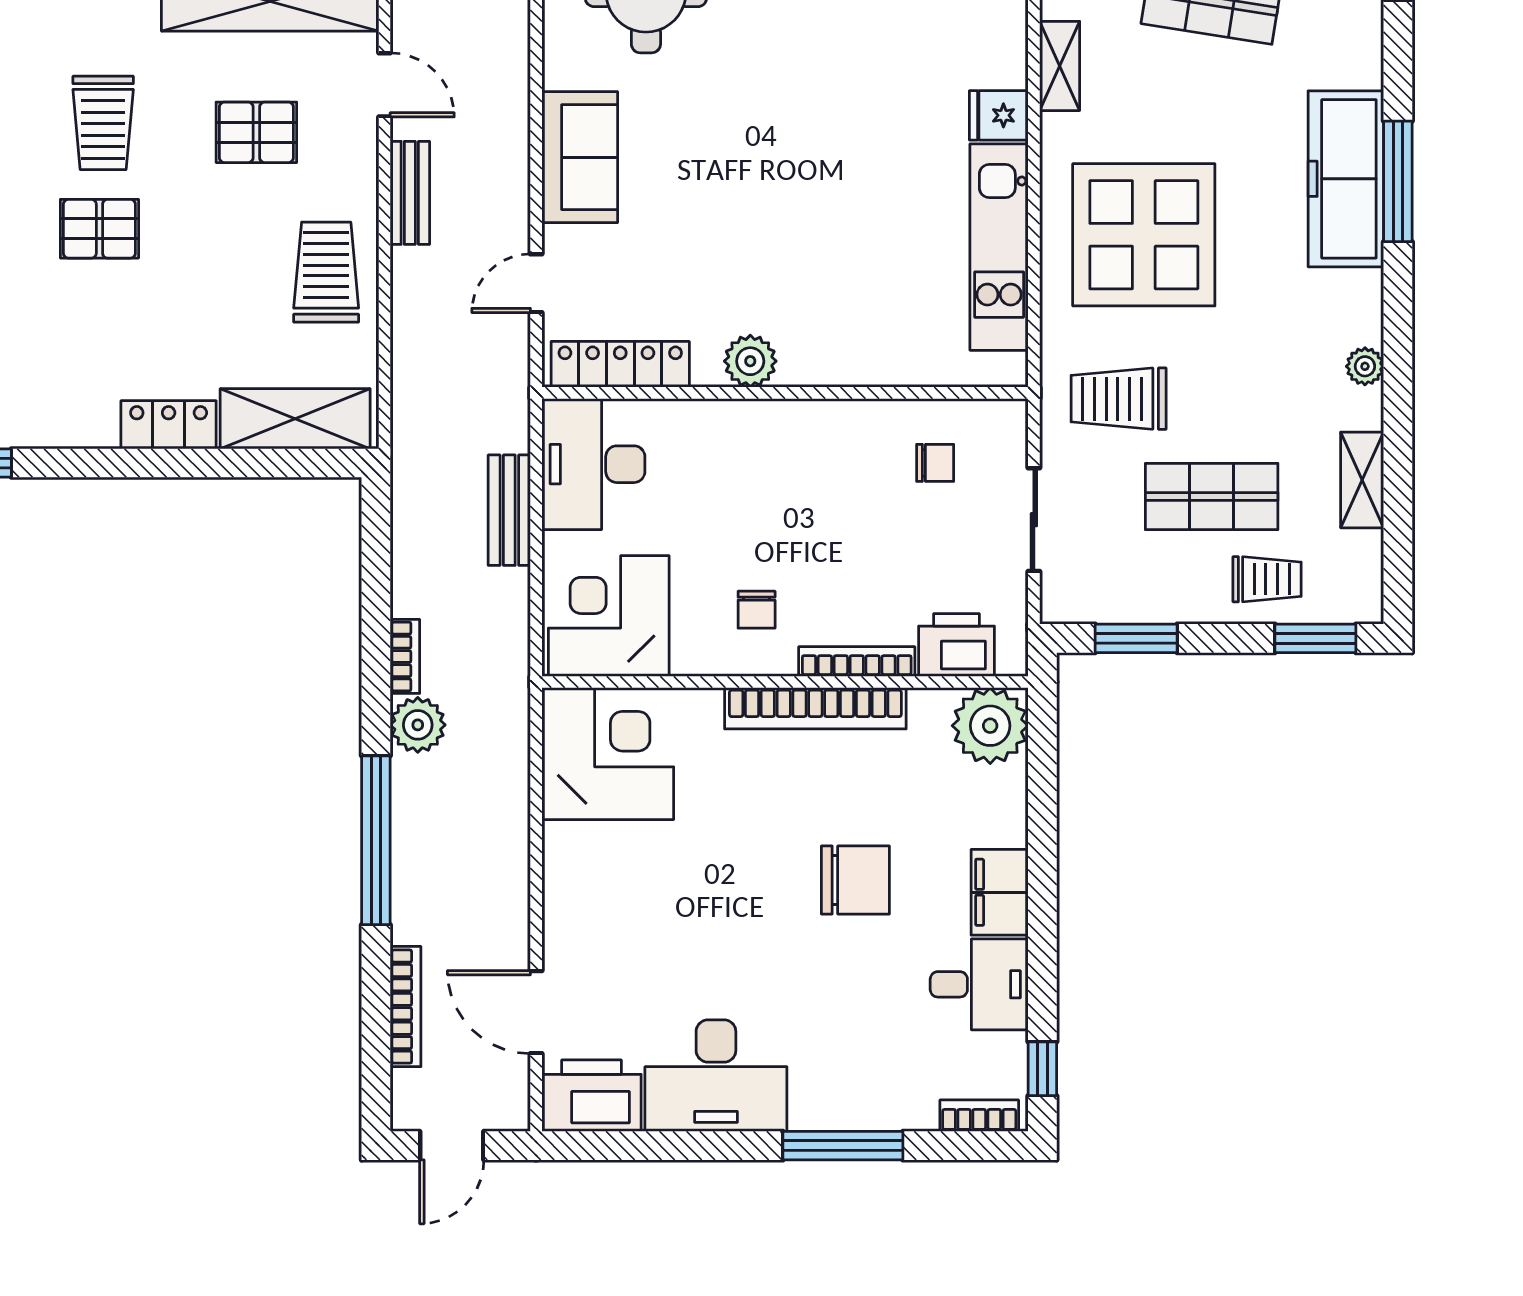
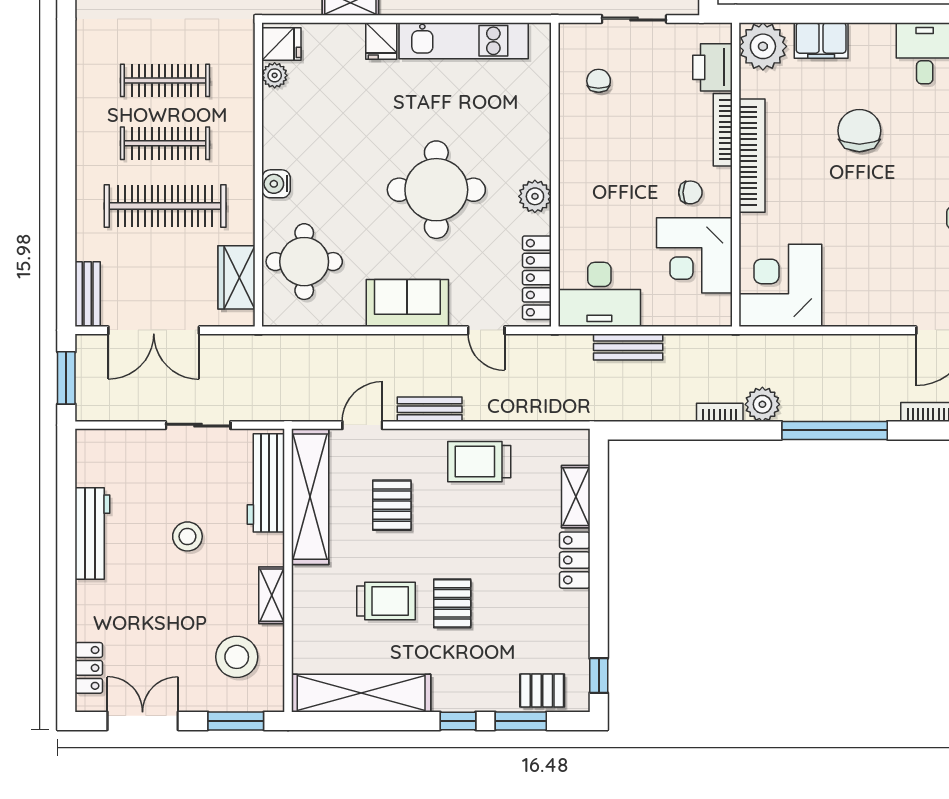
round table: (761, 203) -> (436, 190), added
shelving: (295, 419) -> (576, 497), width x0.67, depth x0.75
corner desk: (609, 616) -> (694, 255), moved
filing cabinet: (1000, 892) -> (821, 40), moved

